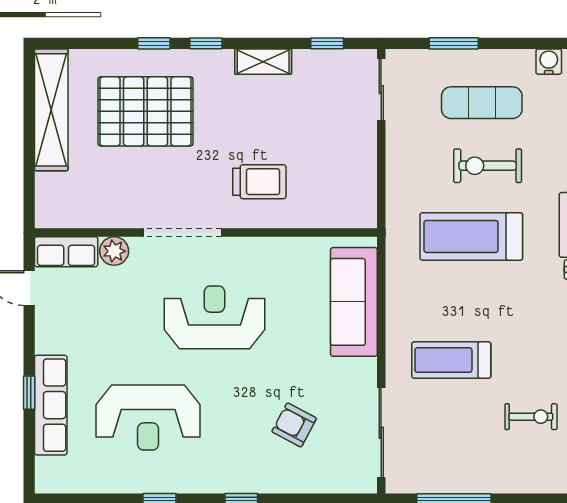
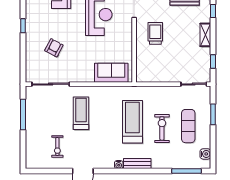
trolley: (259, 182) -> (155, 33), turned 180
sofa: (354, 302) -> (111, 73), width x0.73

